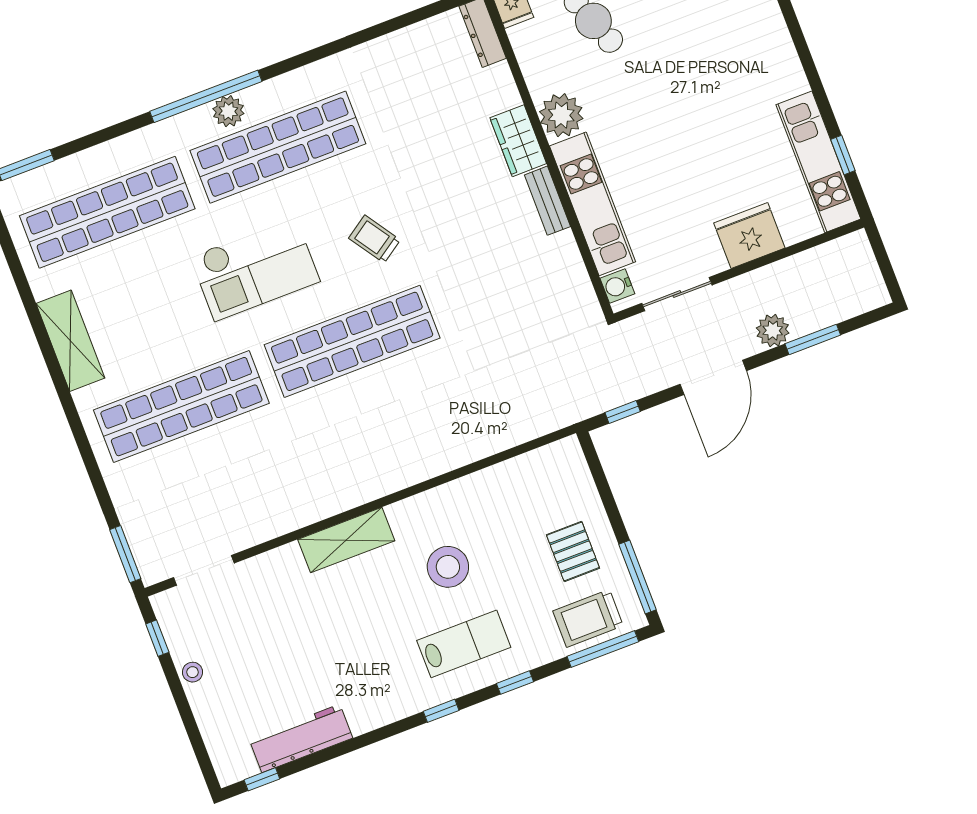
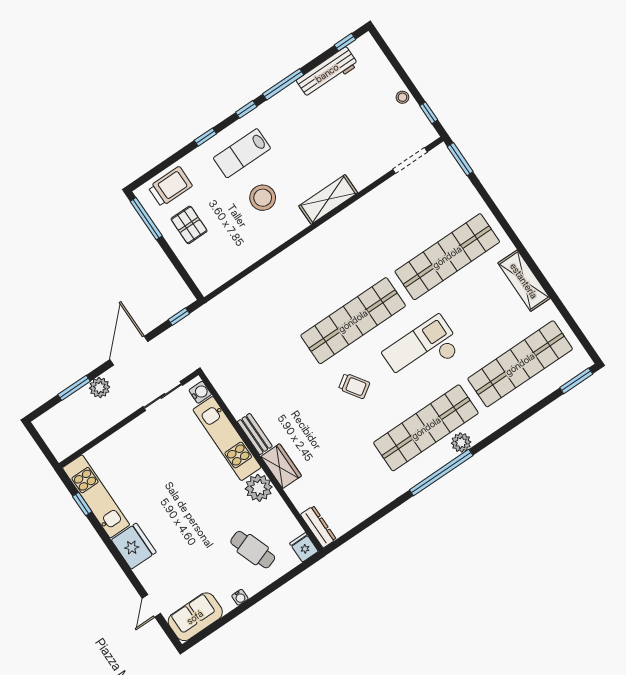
window: (206, 96) -> (441, 473), moved
fridge: (749, 235) -> (134, 546), moved, turned -90
window: (603, 649) -> (283, 84), moved

